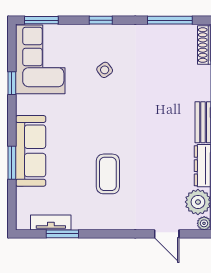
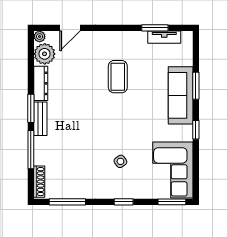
window: (12, 83) -> (196, 130), moved
door: (167, 234) -> (70, 28), swing flipped

